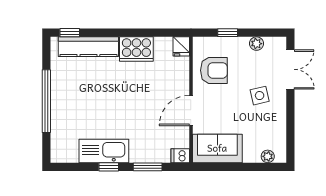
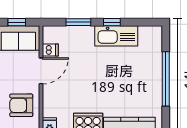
dishwasher: (180, 156) -> (50, 50), moved
window: (219, 167) -> (17, 22), added

